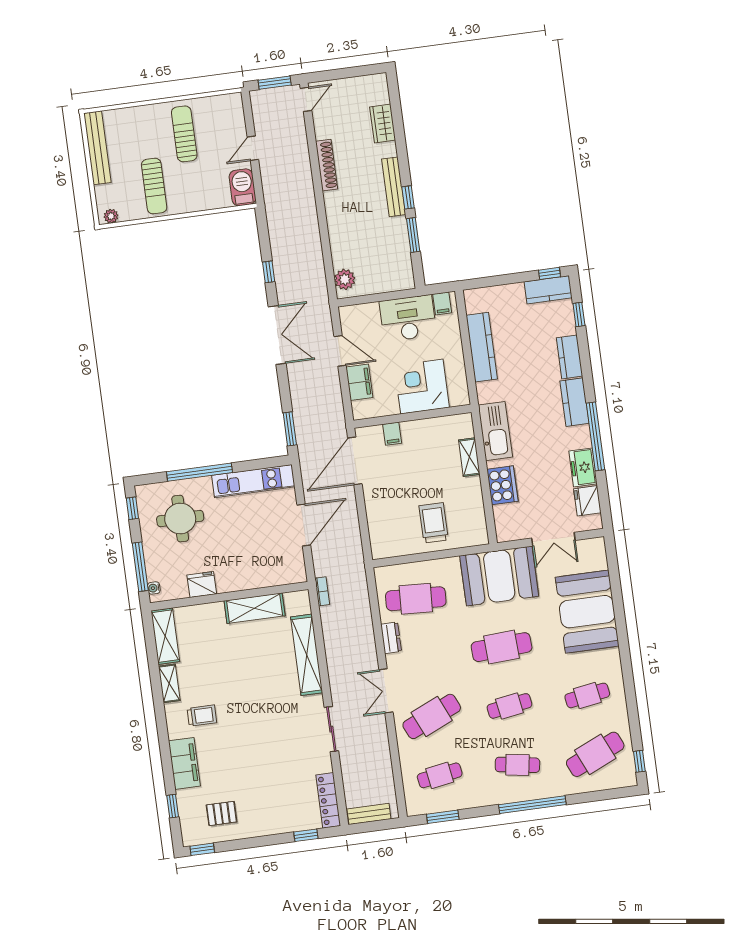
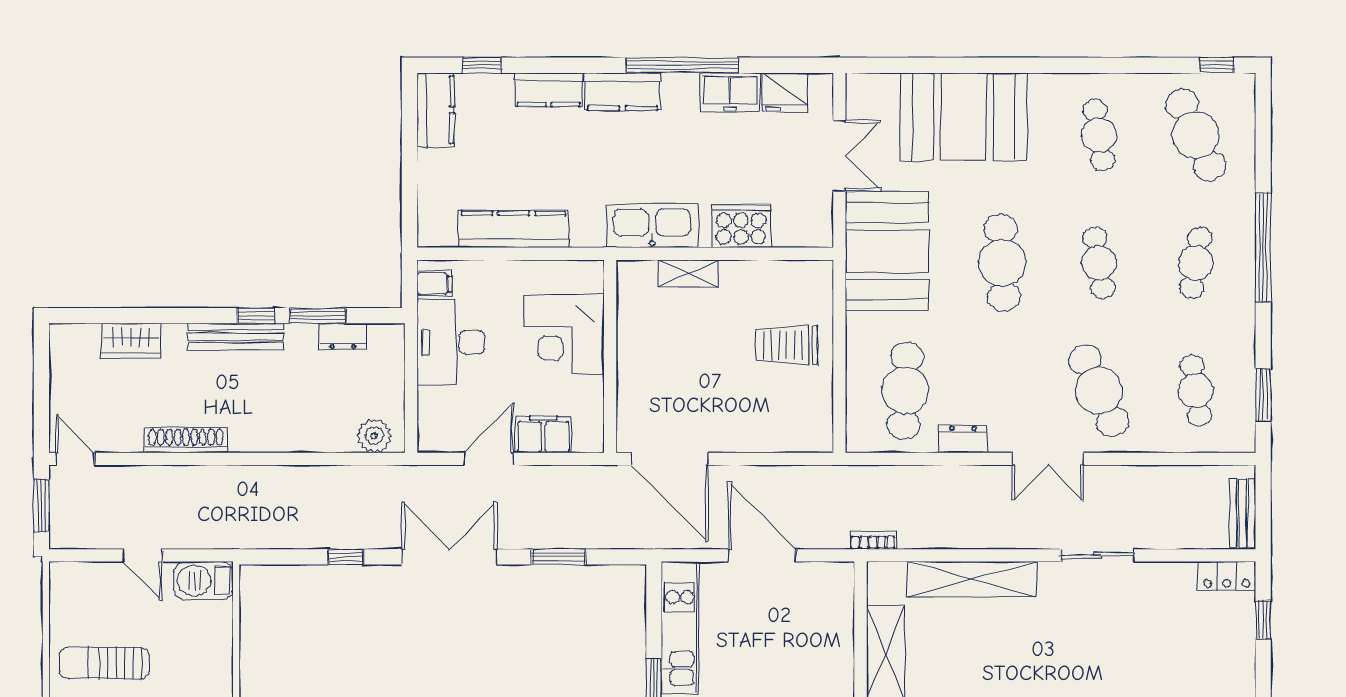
dresser: (403, 252) -> (343, 336), added
window: (550, 273) -> (409, 104), removed
window: (290, 429) -> (559, 557), moved
filing cabinet: (392, 434) -> (634, 393), removed
locker: (328, 800) -> (1227, 576), width x0.66

